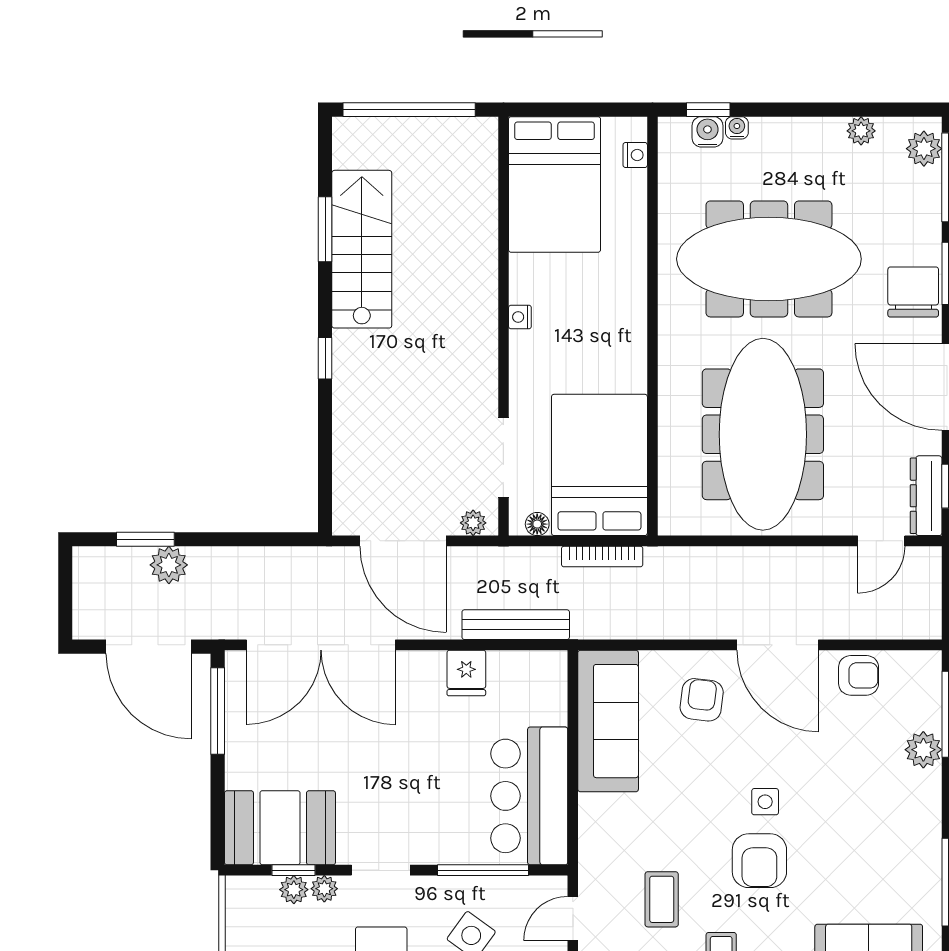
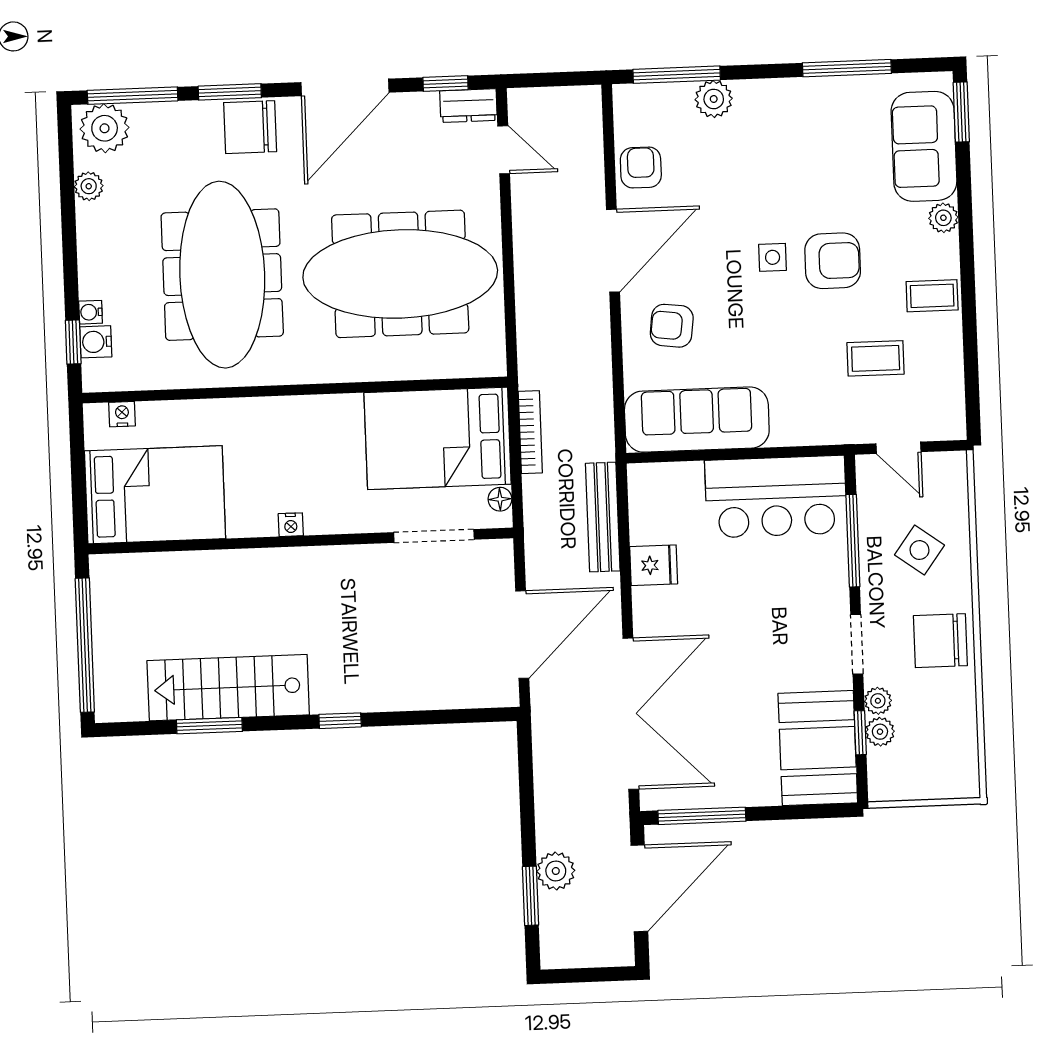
plant: (924, 149) -> (105, 128), width x1.36, depth x1.36
dresser: (926, 496) -> (468, 106), width x0.70
plant: (473, 523) -> (501, 564), removed

